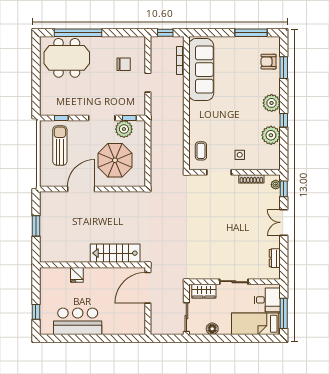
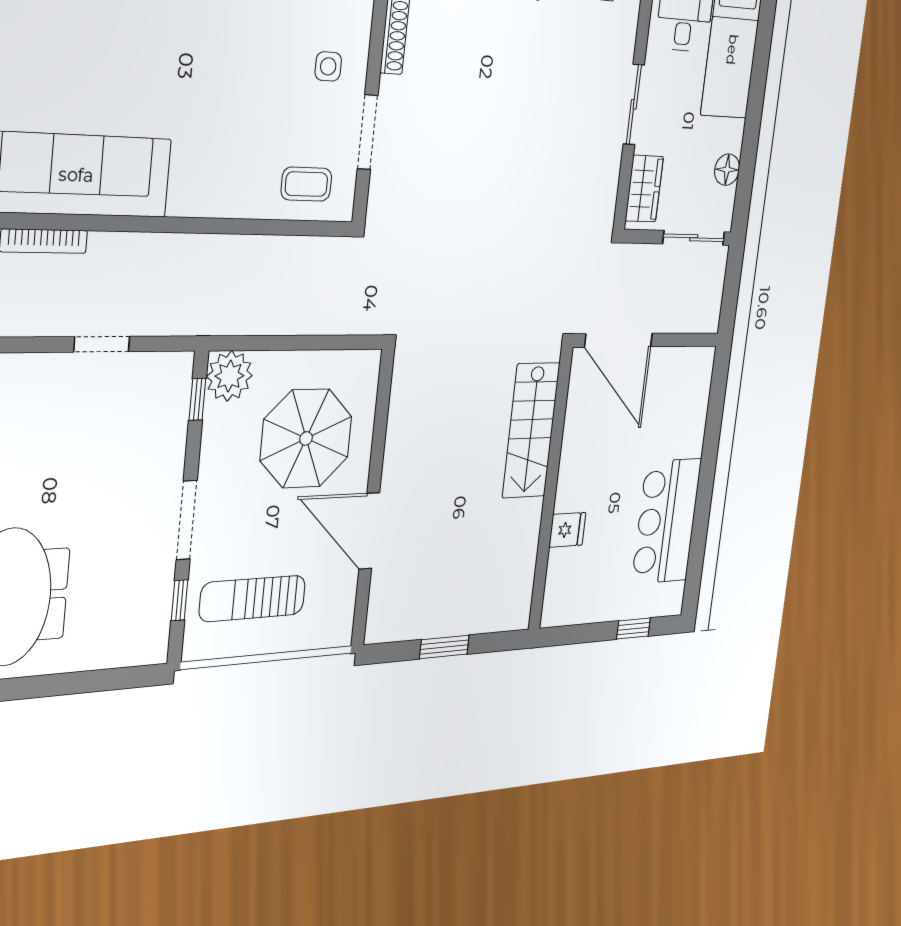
chair: (124, 64) -> (41, 421), removed
doorway: (102, 118) -> (187, 520), moved
plant: (124, 129) -> (229, 376), moved

